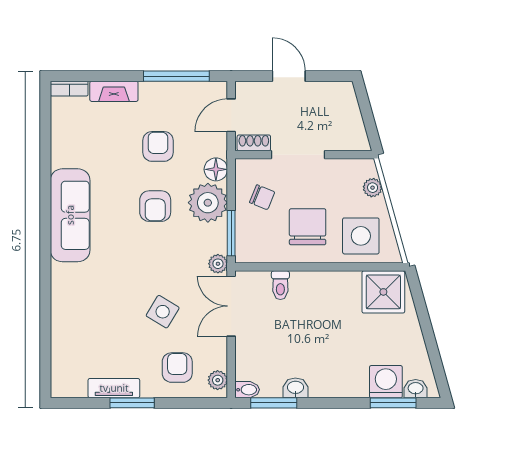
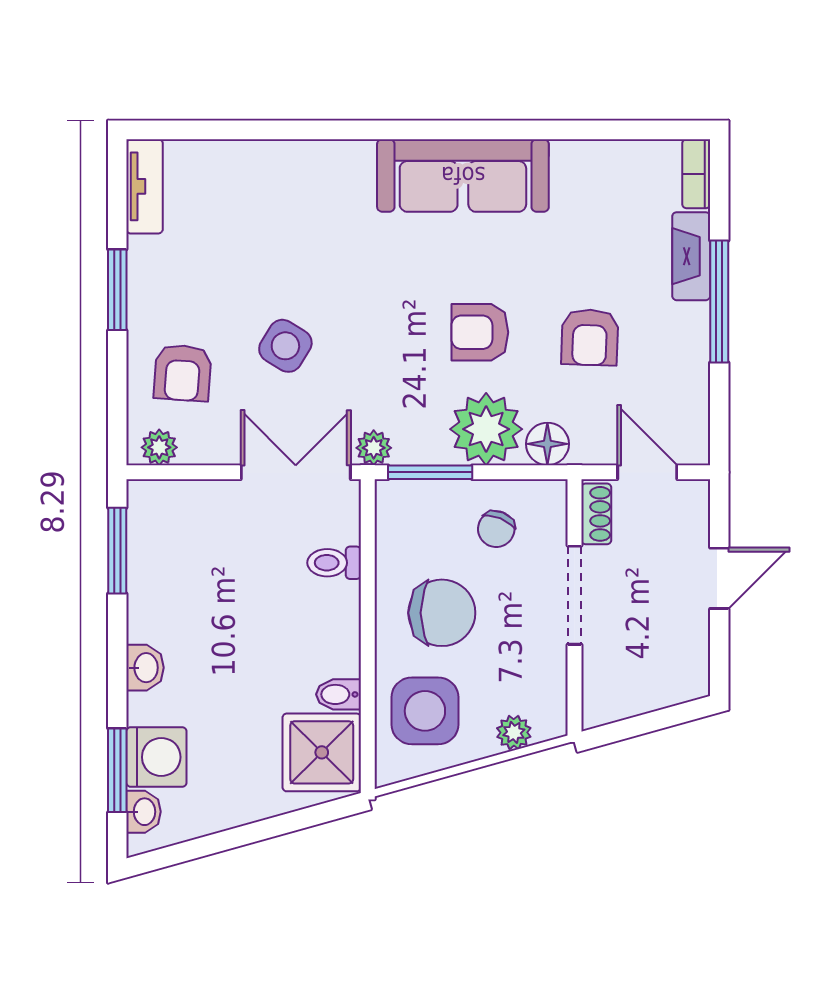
window: (176, 76) -> (719, 301), moved
armchair: (158, 146) -> (590, 337), turned 92
armchair: (177, 368) -> (183, 373), turned 94
tv unit: (114, 388) -> (145, 186), moved
washbasin: (295, 388) -> (145, 668), moved
bidet: (247, 390) -> (338, 694), moved, turned 90

